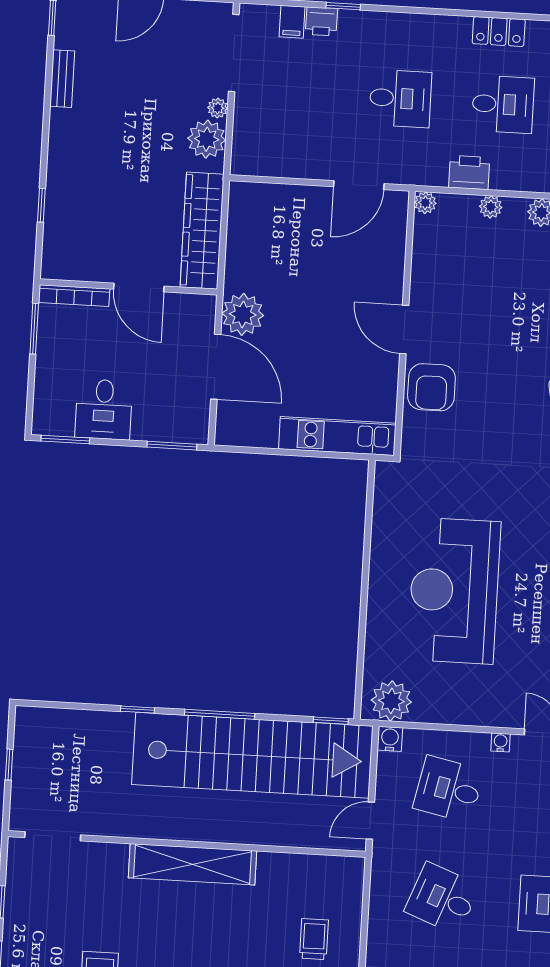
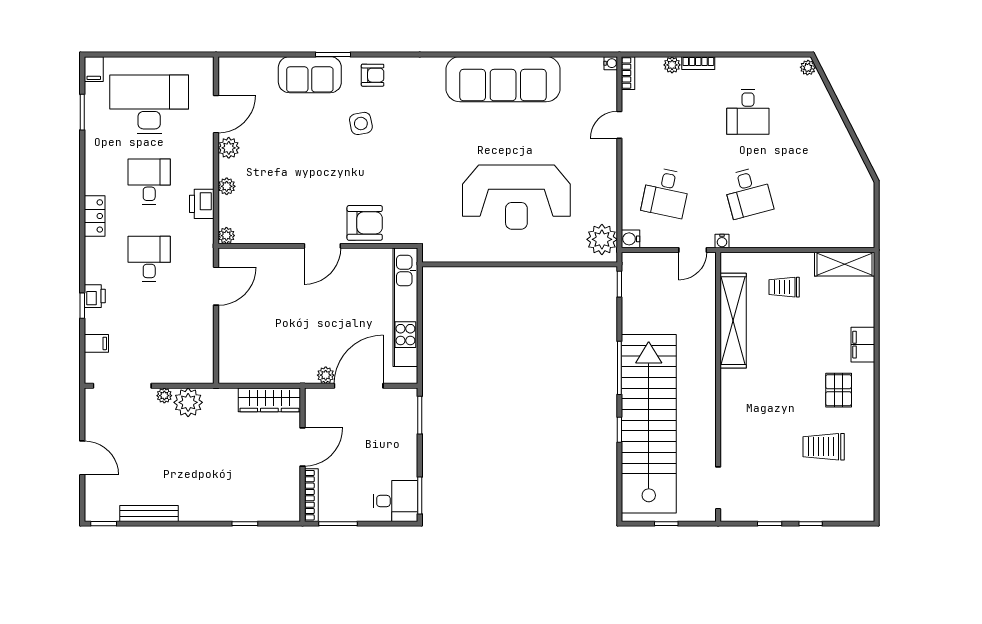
printer: (321, 21) -> (95, 296), moved
locker: (499, 32) -> (95, 216), moved
bench: (62, 79) -> (149, 513), width x1.36
door: (359, 185) -> (216, 286), hinge flipped
wardrobe: (202, 231) -> (269, 400), width x0.71, depth x0.85
plant: (243, 314) -> (326, 375), width x0.53, depth x0.53
desk: (104, 409) -> (395, 501), moved
kitchen unit: (337, 436) -> (405, 307), width x1.36
water cooler: (500, 742) -> (722, 241), moved, turned -90
stairs: (252, 755) -> (649, 424), moved
door: (370, 821) -> (693, 250), hinge flipped
shelving: (193, 864) -> (733, 321), moved
desk: (442, 898) -> (748, 193), turned -36

